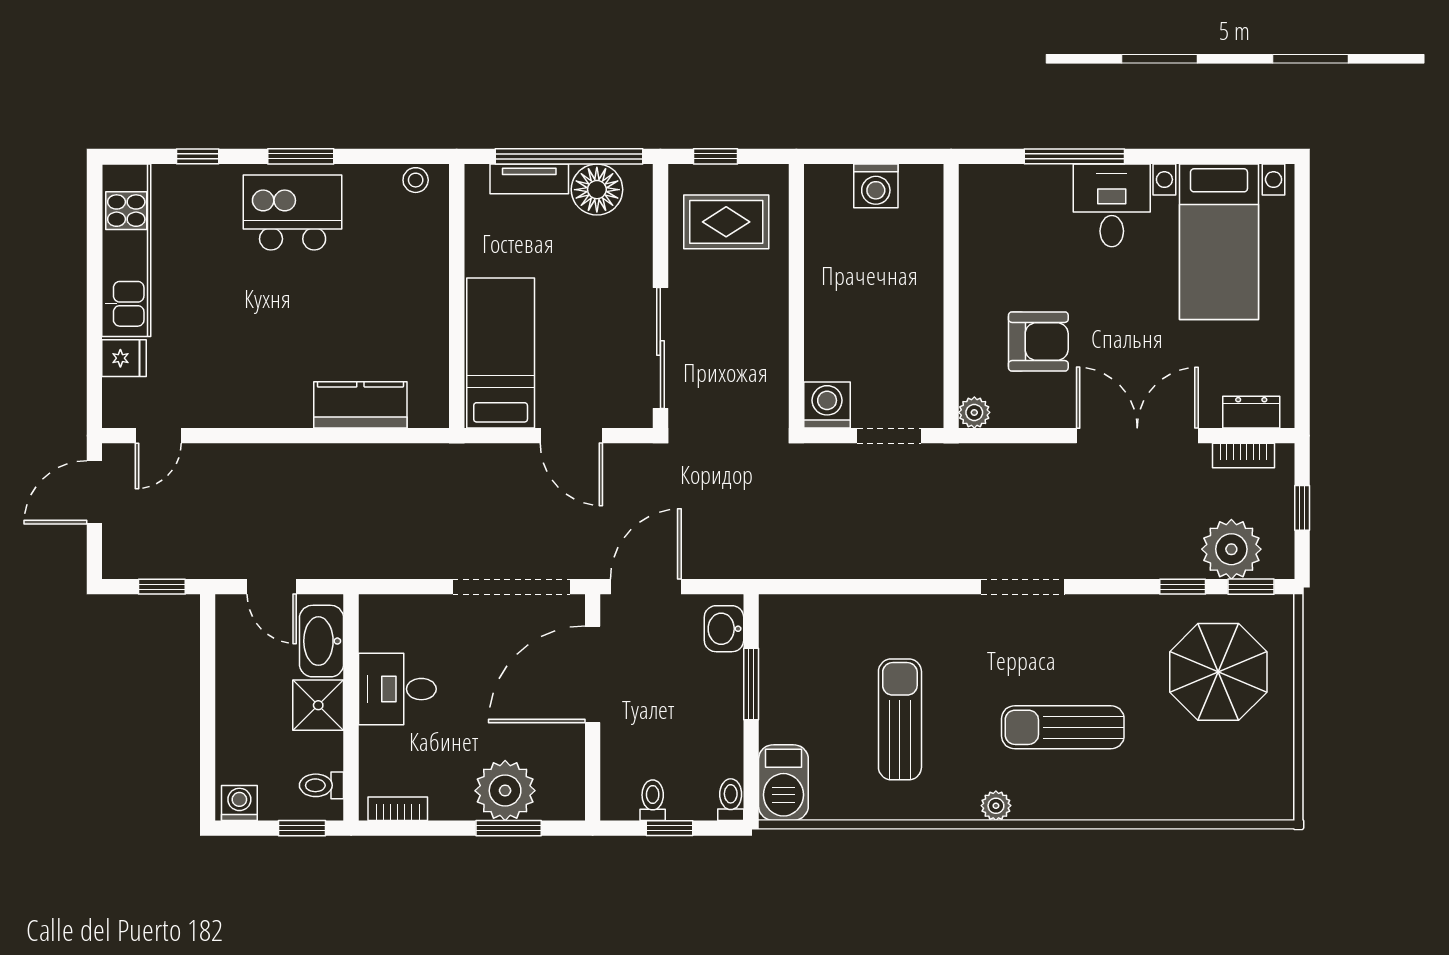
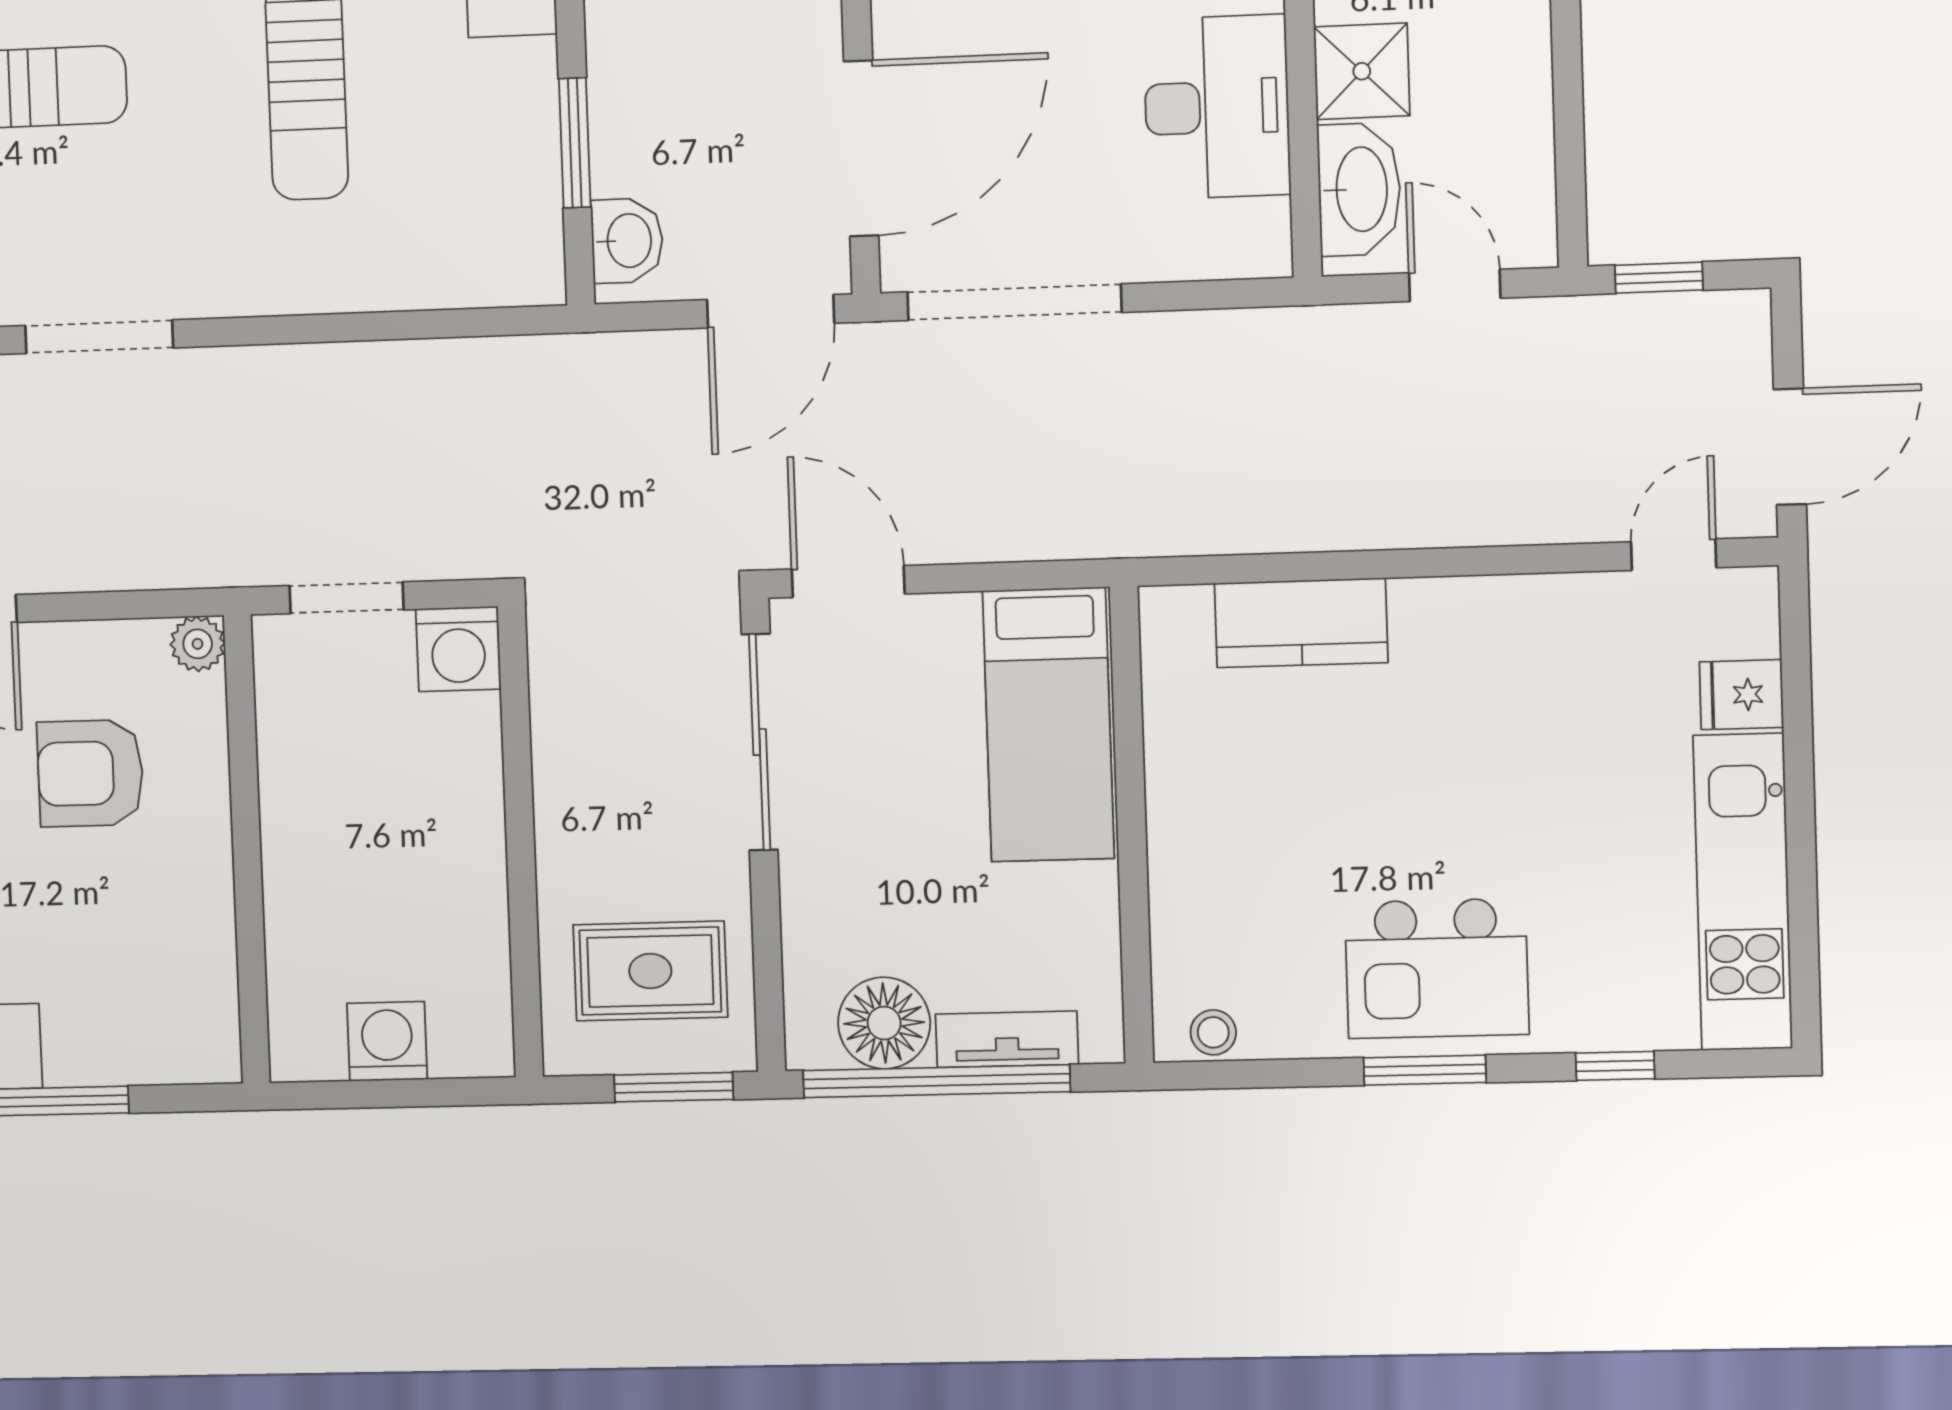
window: (716, 156) -> (674, 1087), width x1.50
door: (571, 436) -> (848, 581), moved
desk: (397, 689) -> (1217, 107), width x1.37

